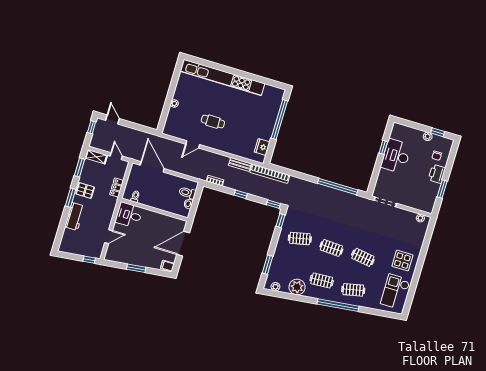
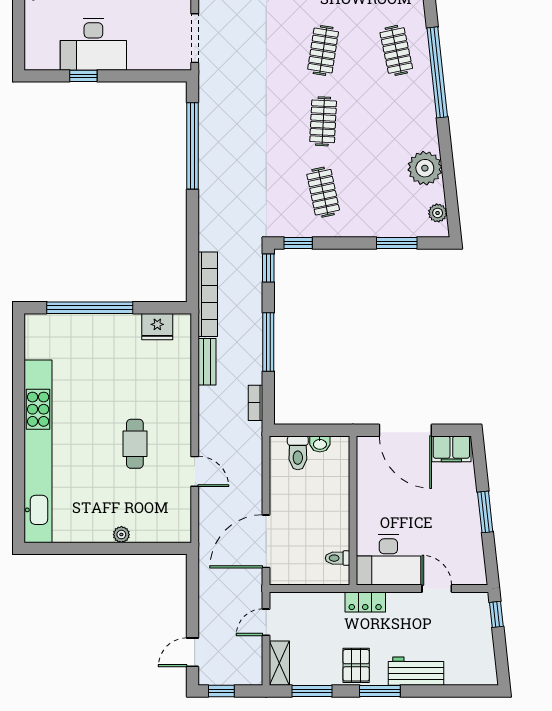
locker: (117, 188) -> (365, 602), moved
window: (241, 194) -> (268, 342), width x2.17
desk: (129, 215) -> (388, 560), width x1.37
filing cabinet: (167, 266) -> (451, 449), width x2.00
clothes rail: (322, 280) -> (396, 121), removed

